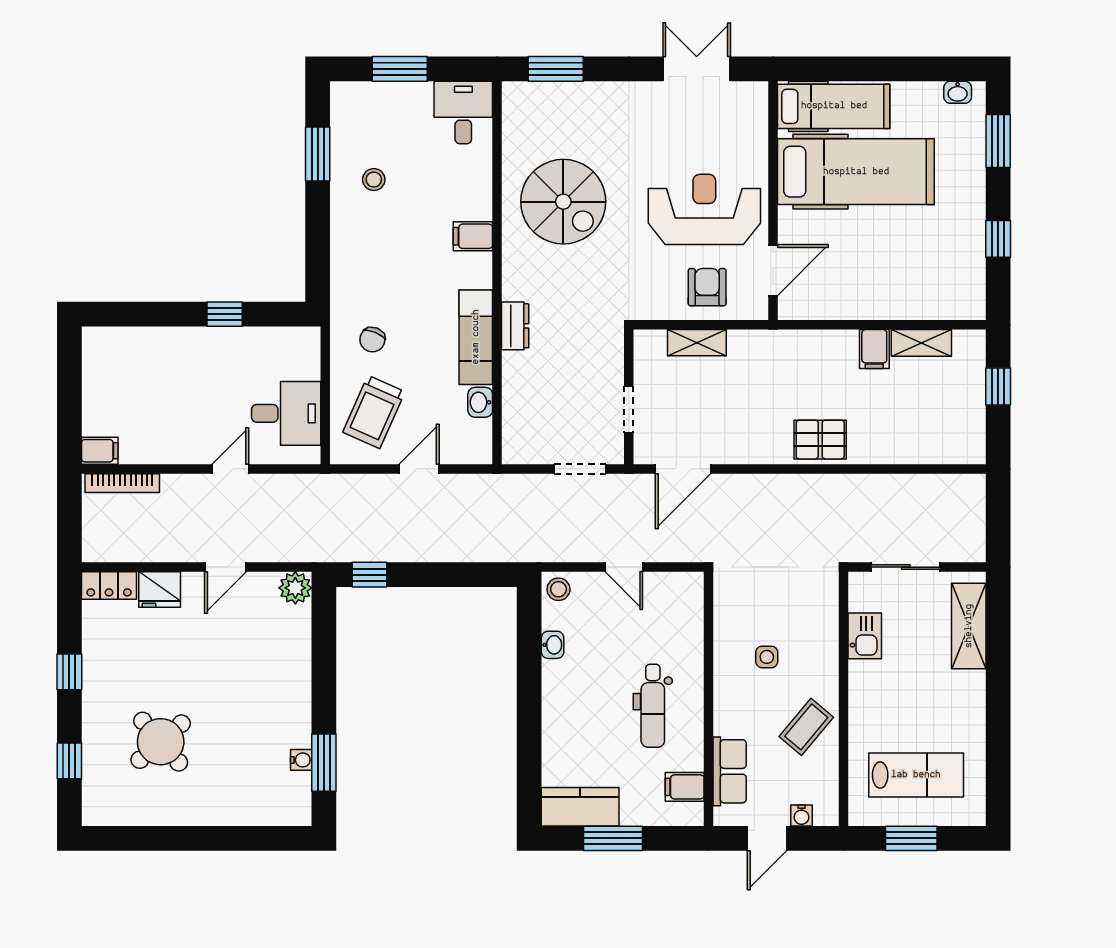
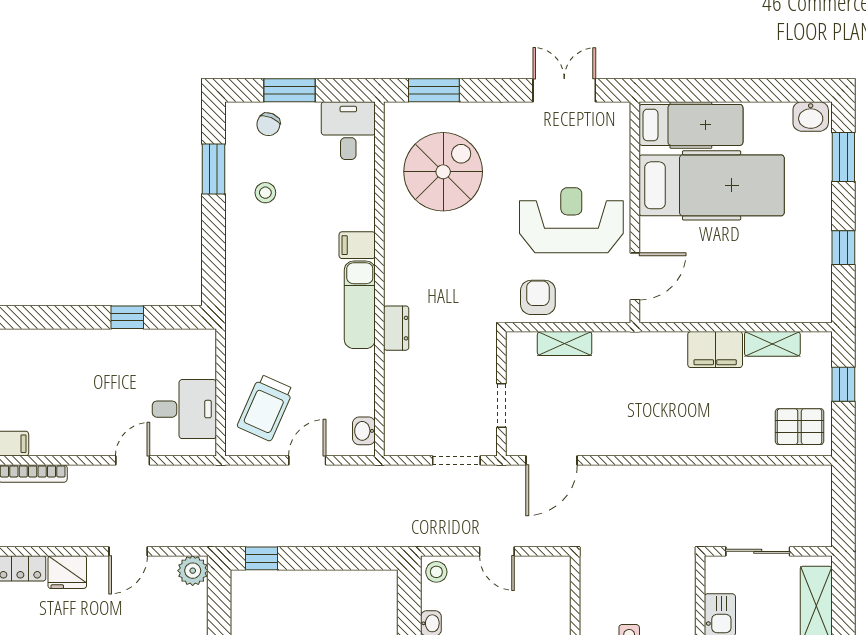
washbasin: (958, 92) -> (811, 116), width x1.38, depth x1.45
spiral stairs: (563, 202) -> (443, 172), moved, turned -90
armchair: (707, 287) -> (538, 297), moved
exam couch: (476, 337) -> (360, 305), moved
chair: (372, 340) -> (268, 124), moved
filing cabinet: (874, 349) -> (715, 350), width x2.00
washbasin: (480, 402) -> (364, 431), moved
pallet: (820, 440) -> (800, 427), moved

